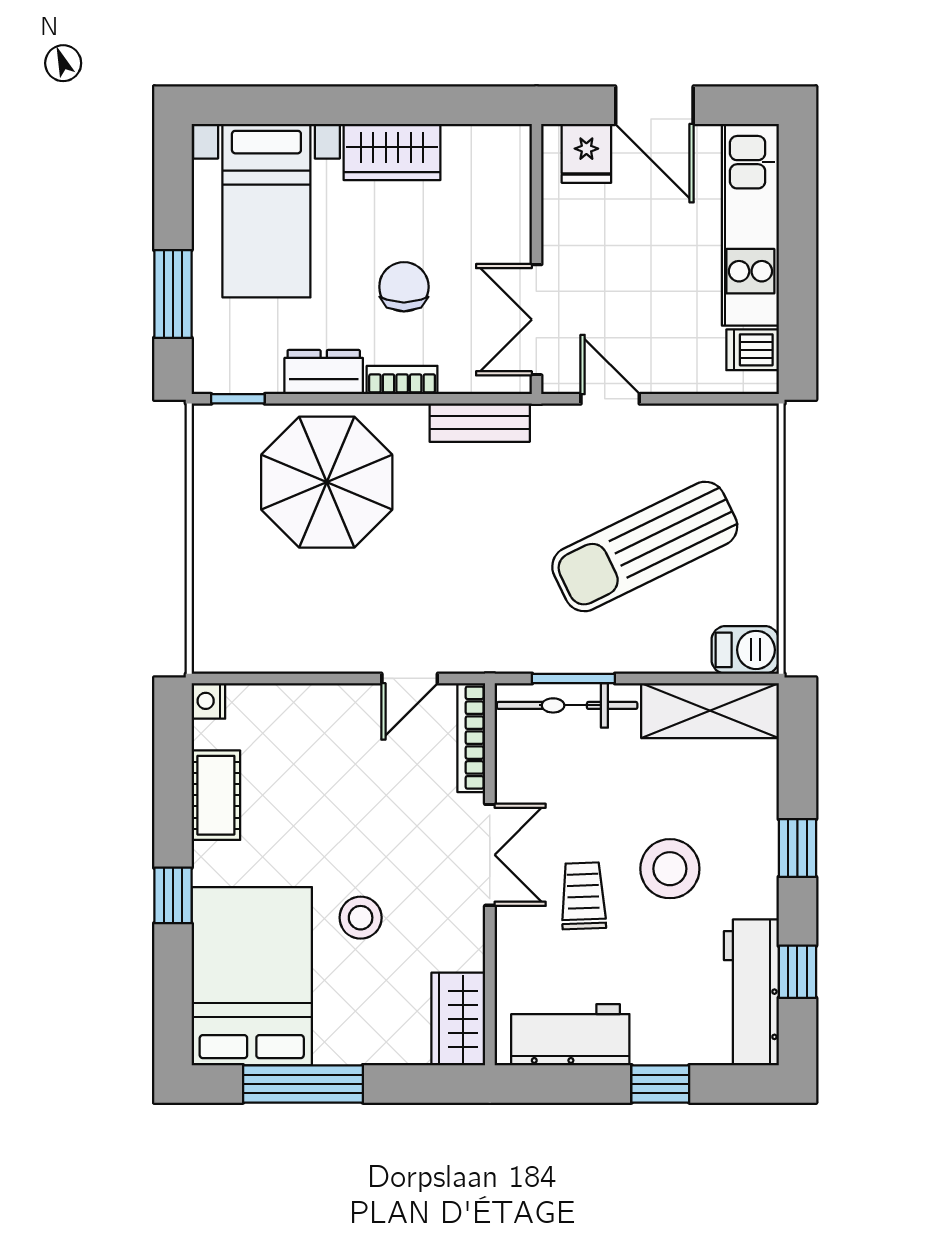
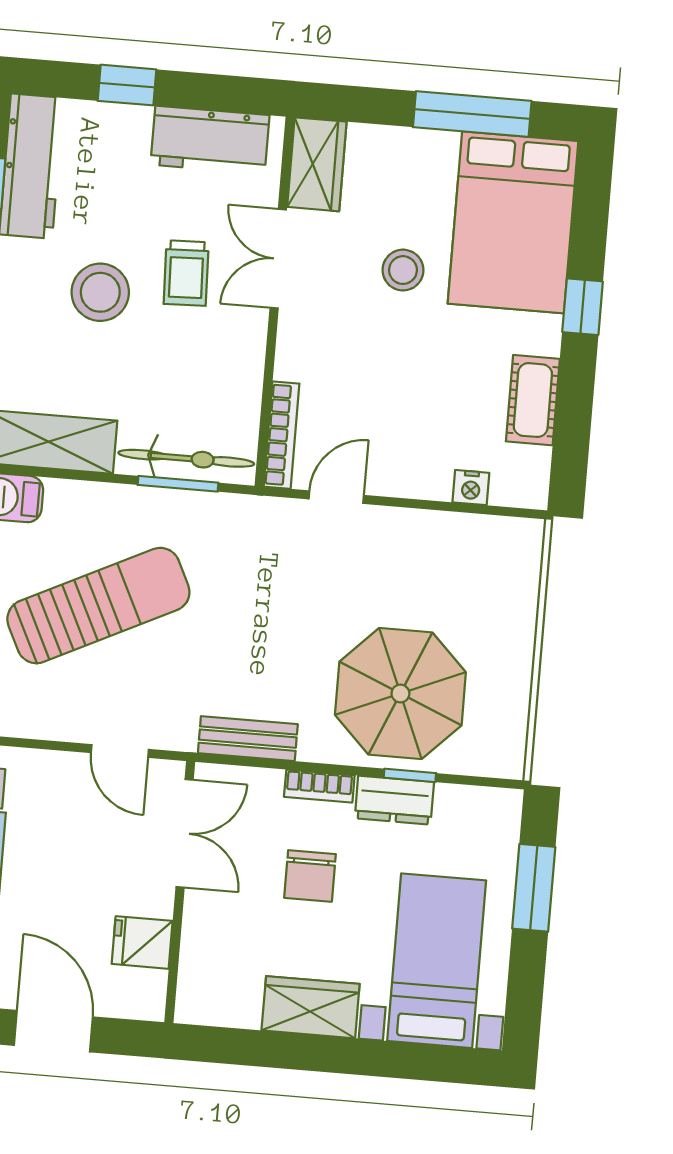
fridge: (586, 153) -> (142, 942), moved, turned -90
window: (238, 399) -> (410, 775), moved
nightstand: (208, 701) -> (471, 488), moved, turned 90
double door: (490, 855) -> (278, 259), moved

